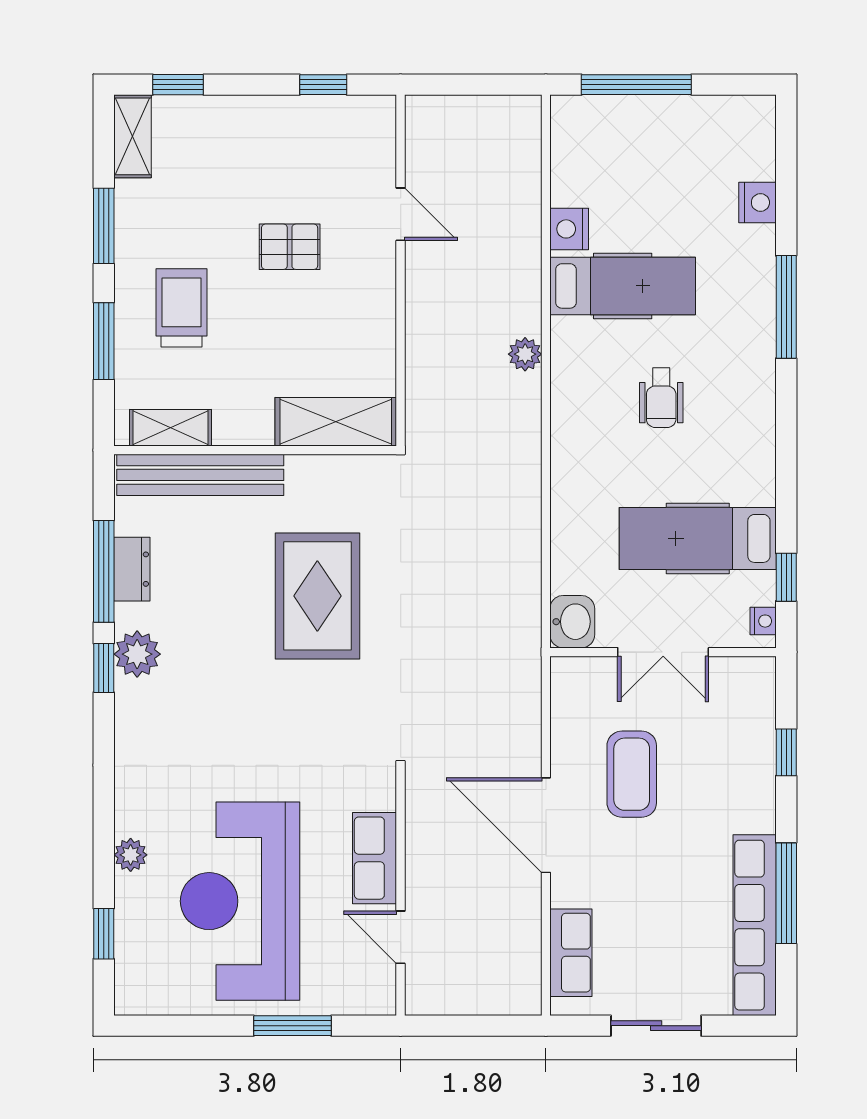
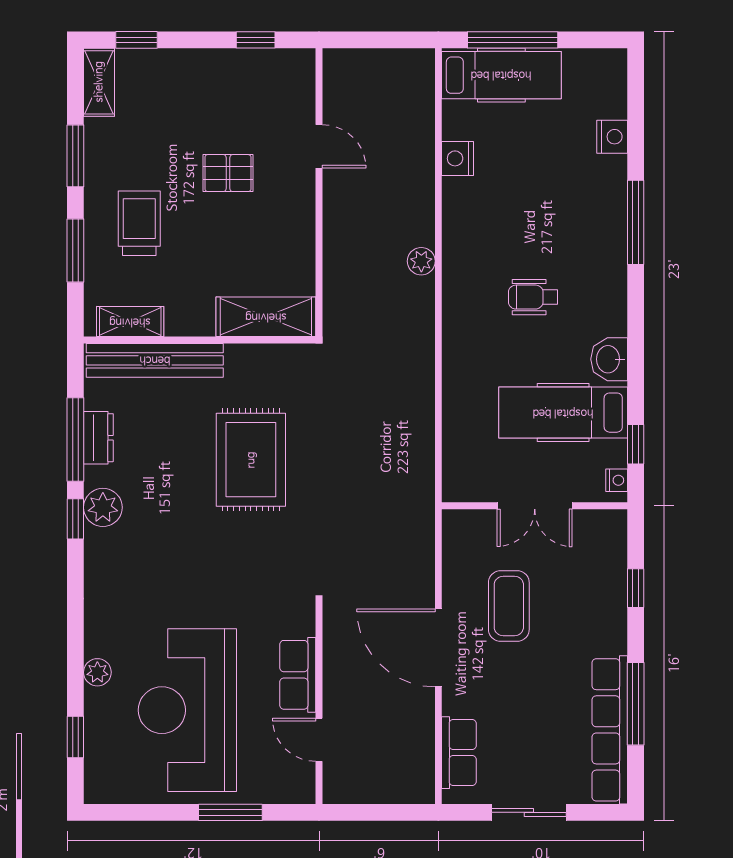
hospital bed: (623, 286) -> (501, 75), moved
wheelchair: (661, 398) -> (533, 297), turned 90
washbasin: (572, 622) -> (609, 359), moved, turned 180

